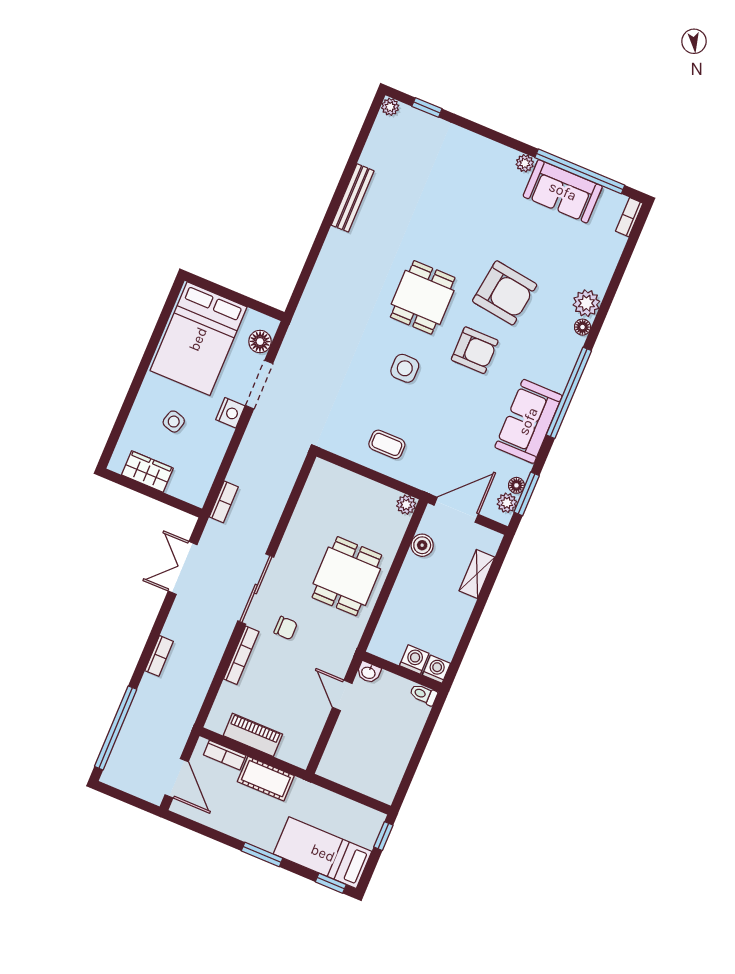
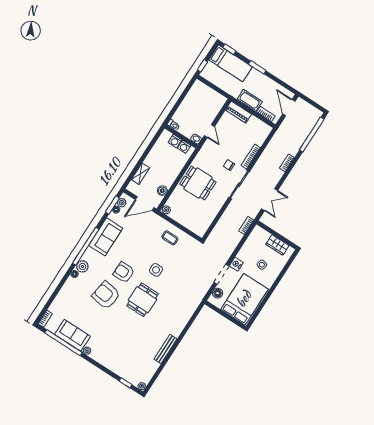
plant: (586, 303) -> (82, 267), moved
dining table: (347, 576) -> (198, 183), turned 90
washing machine: (436, 669) -> (184, 147), moved
piano: (253, 735) -> (239, 112), moved

